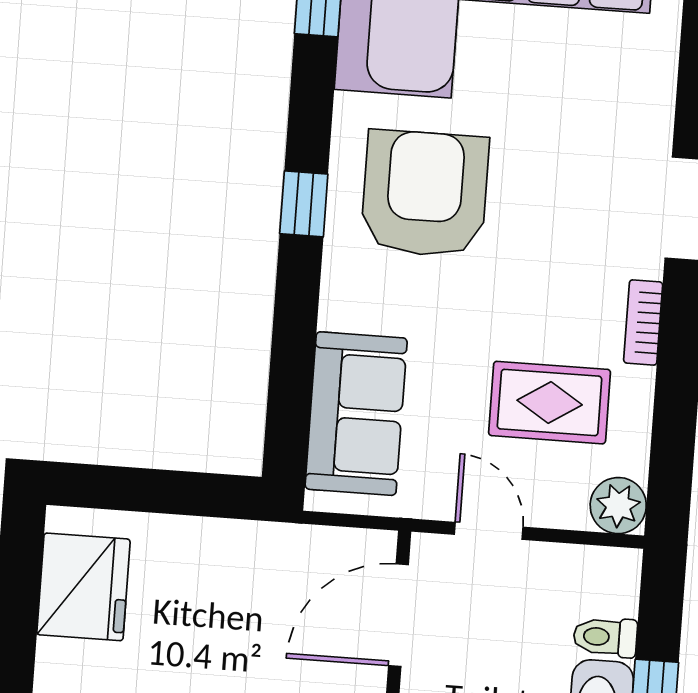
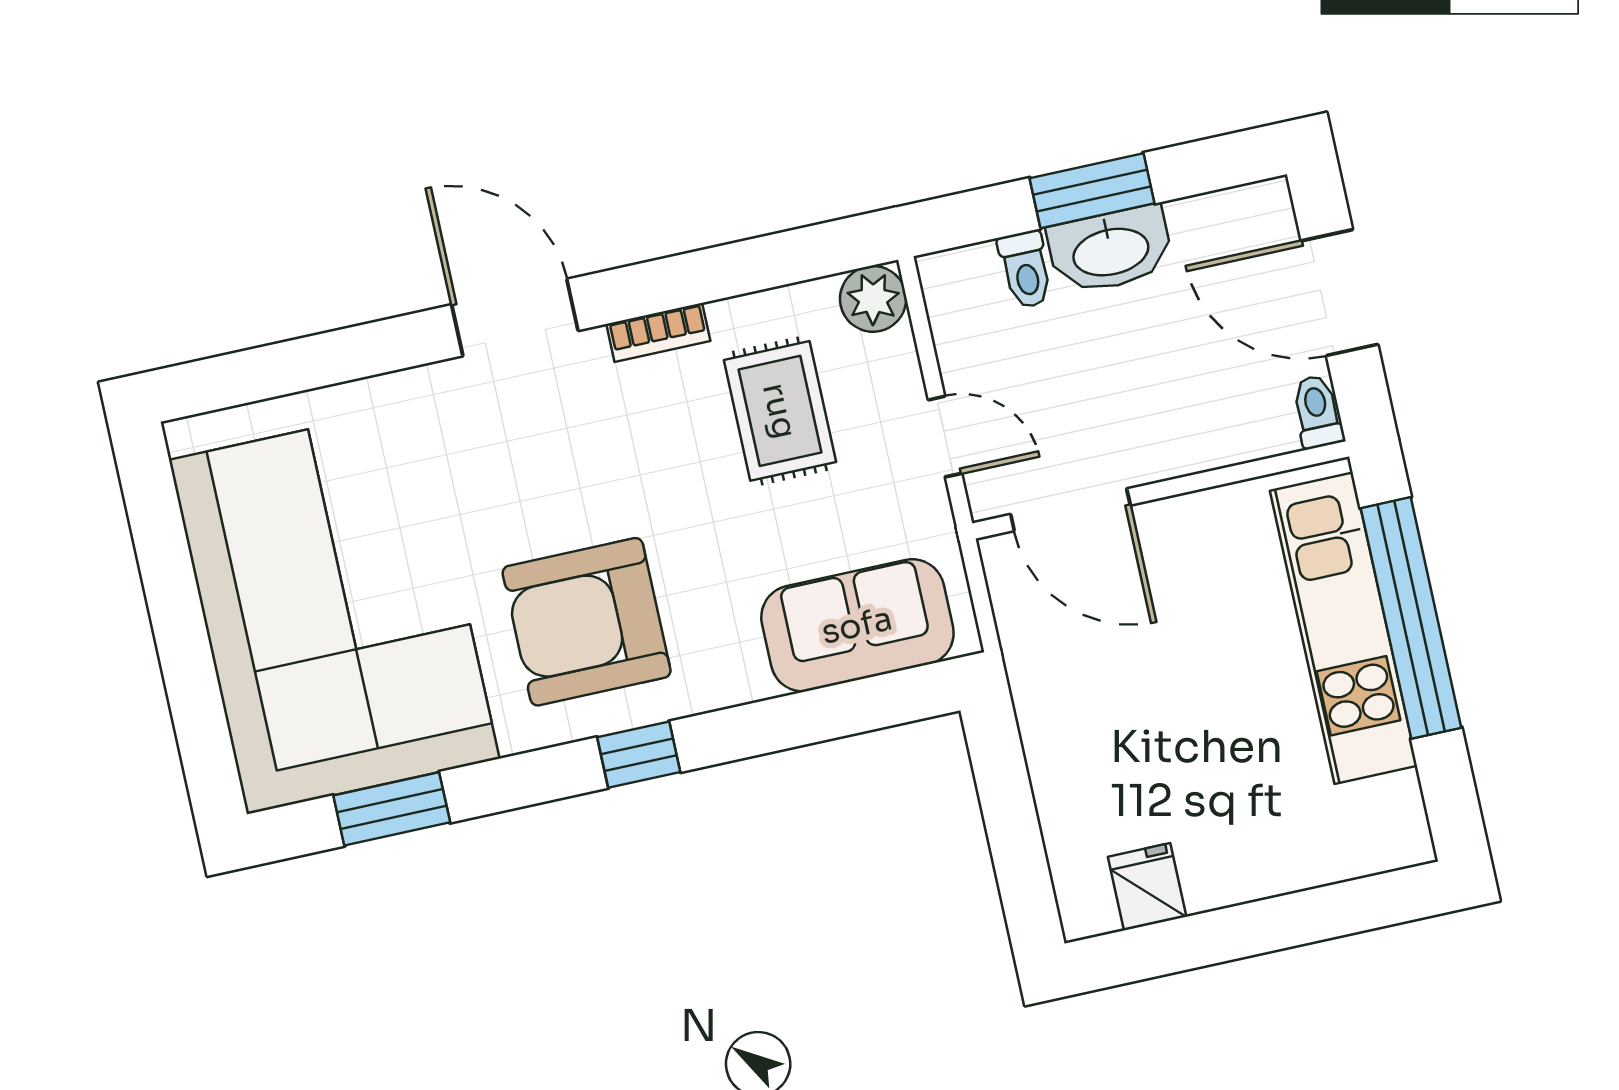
door: (489, 531) -> (945, 437), swing flipped
fridge: (84, 587) -> (1147, 887), width x0.53, depth x0.75

